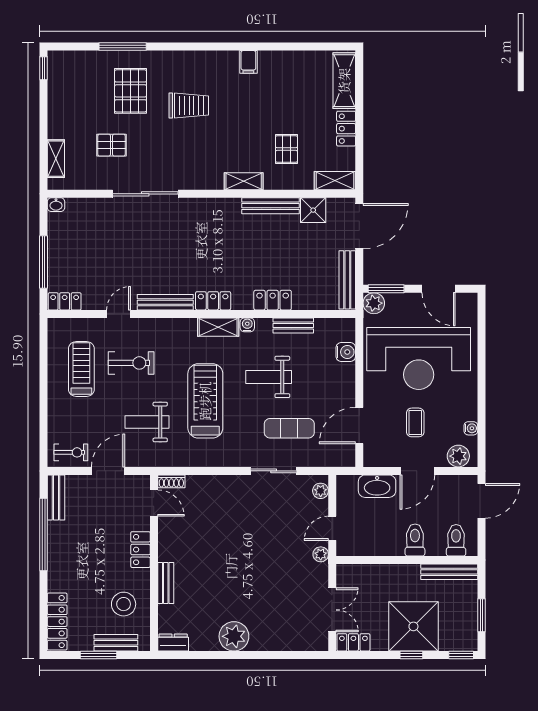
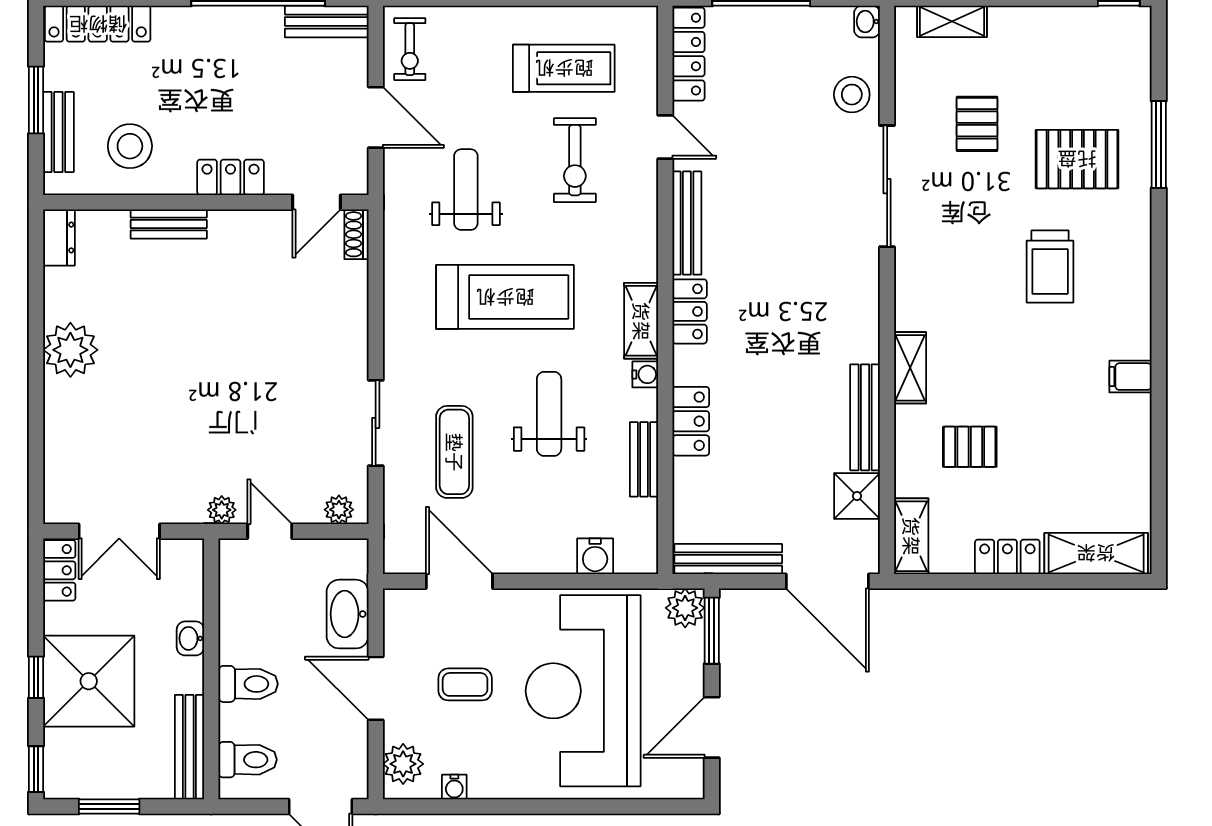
stool: (96, 213) -> (852, 95), added
locker: (65, 301) -> (689, 54), width x1.53
washbasin: (390, 571) -> (190, 638), added

